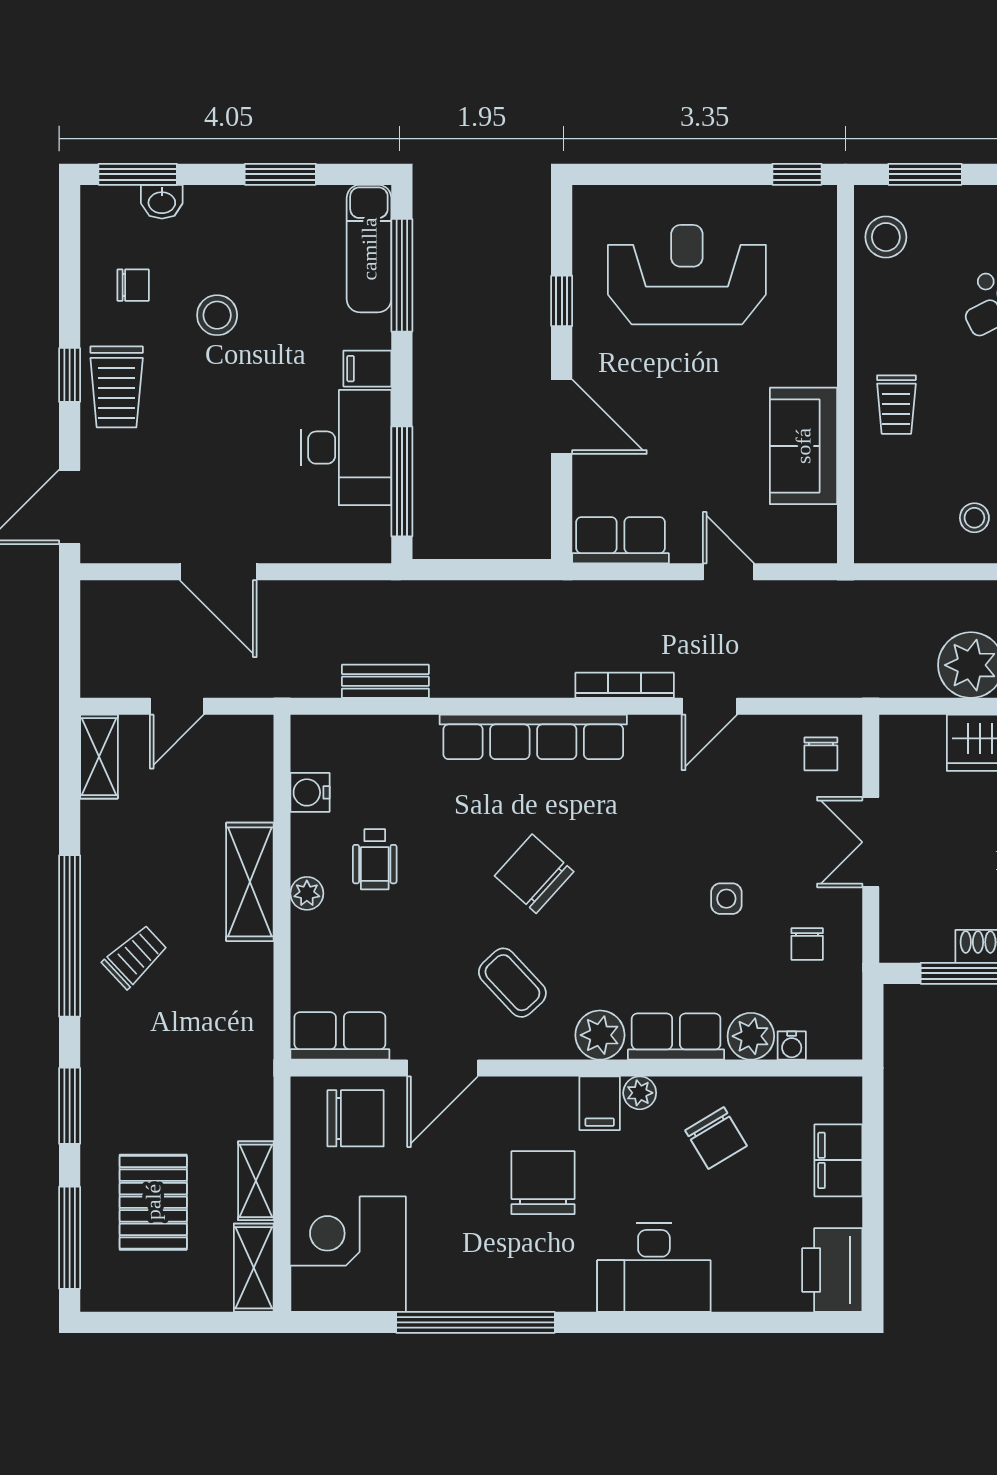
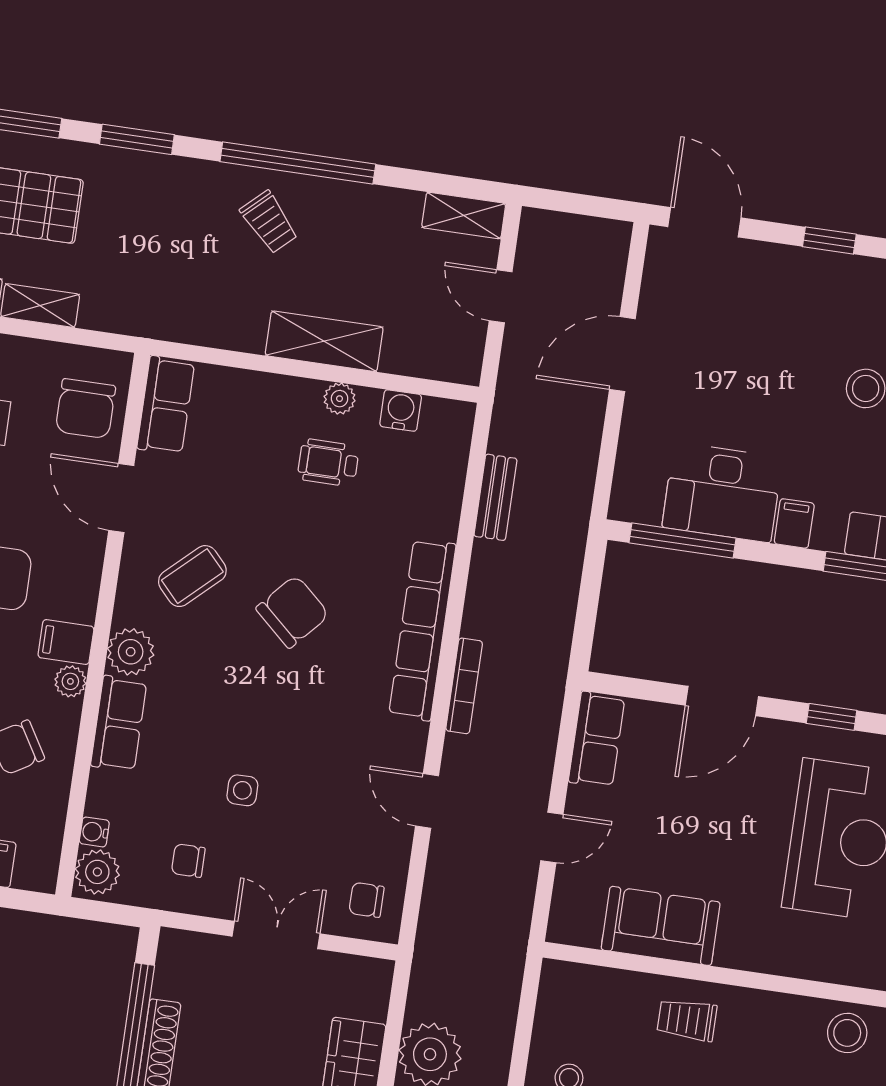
trolley: (117, 387) -> (811, 283), removed
bookcase: (625, 685) -> (464, 686), moved
plant: (307, 893) -> (340, 399), moved
plant: (751, 1036) -> (97, 872), moved

